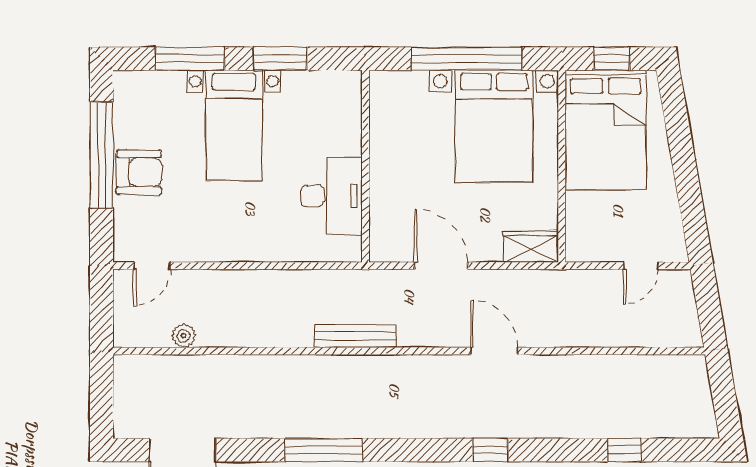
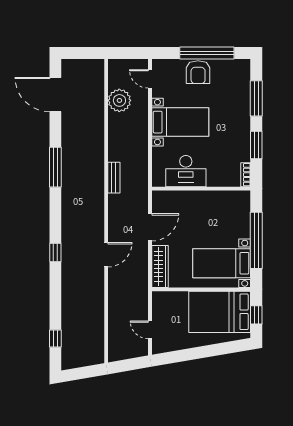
bookcase: (338, 79) -> (246, 175), added
bed with nightstands: (234, 125) -> (180, 122), moved, turned 180
bed with nightstands: (494, 126) -> (222, 263), width x0.73
wardrobe: (531, 246) -> (160, 266), width x1.50
plant: (183, 336) -> (119, 100), width x1.87, depth x1.87
bench: (355, 336) -> (114, 178), width x0.73
window: (624, 450) -> (55, 338), moved

